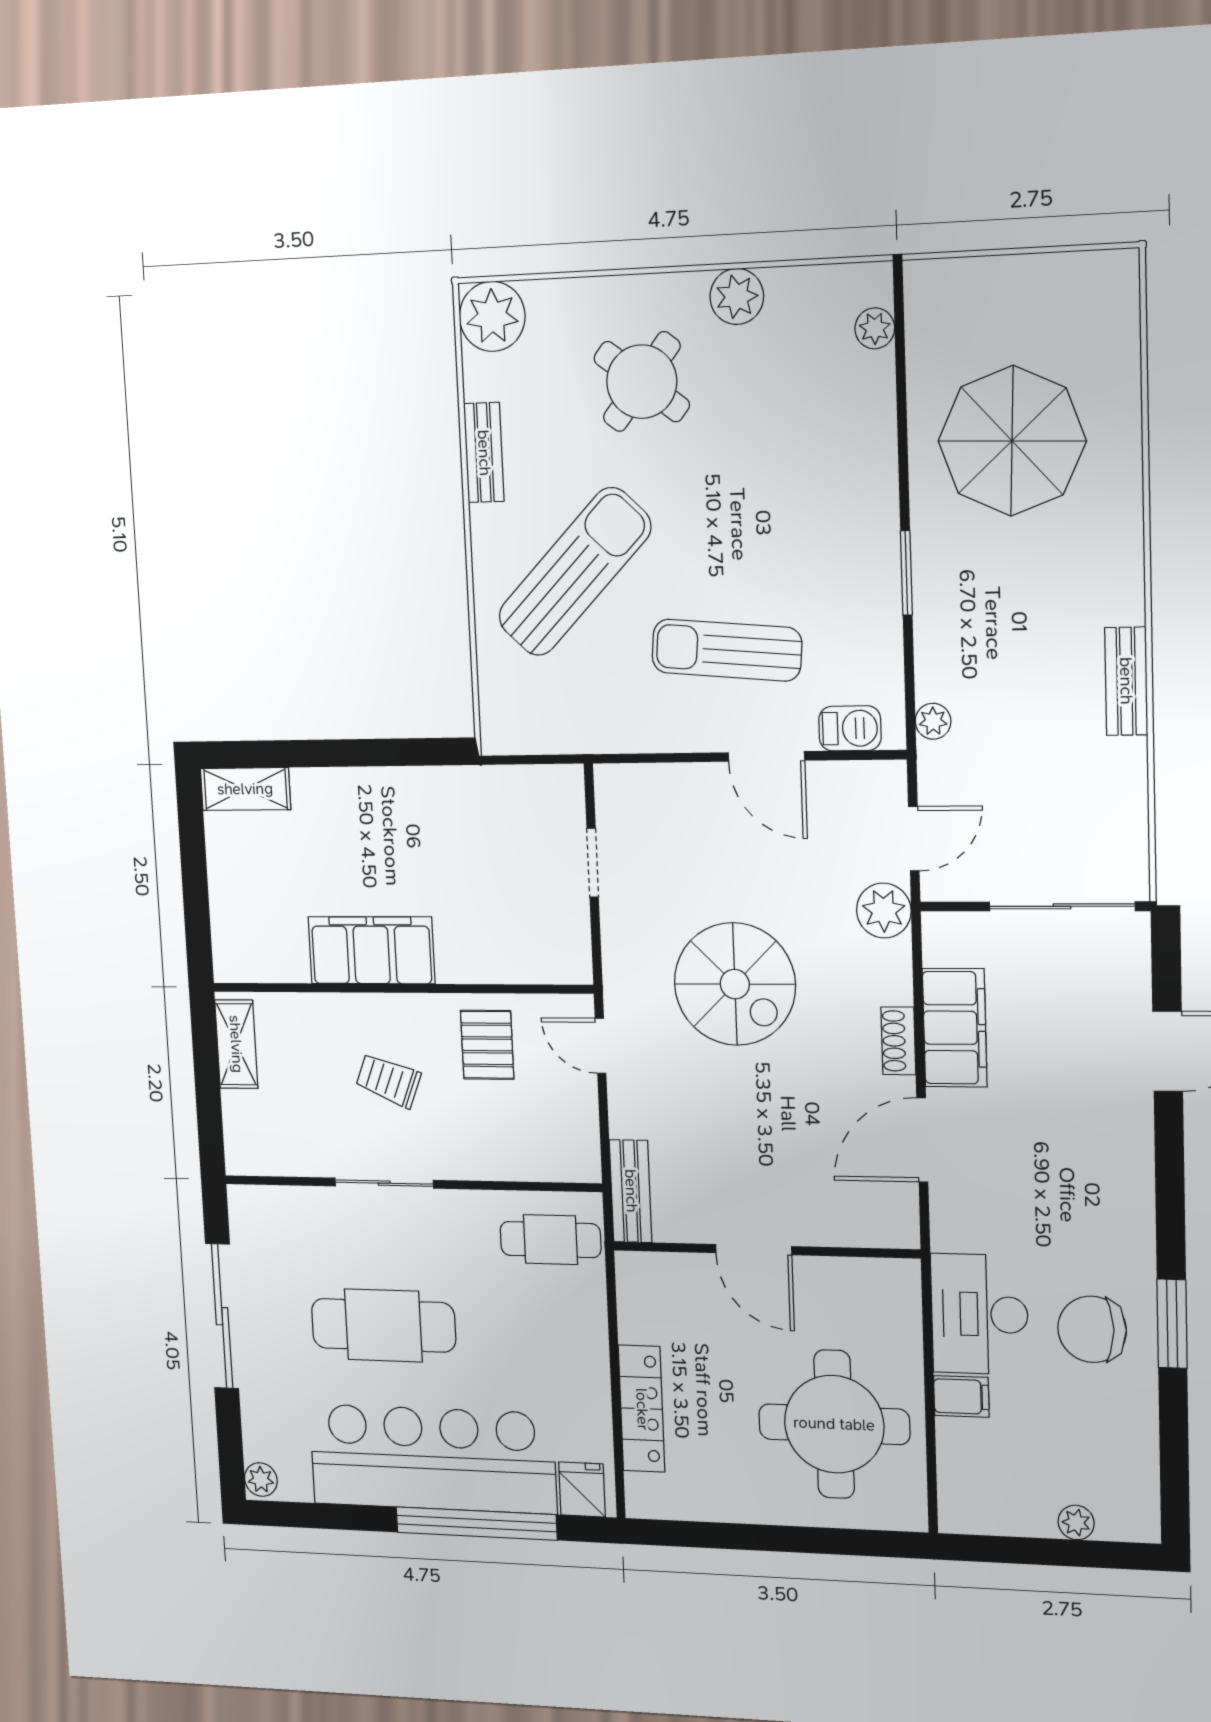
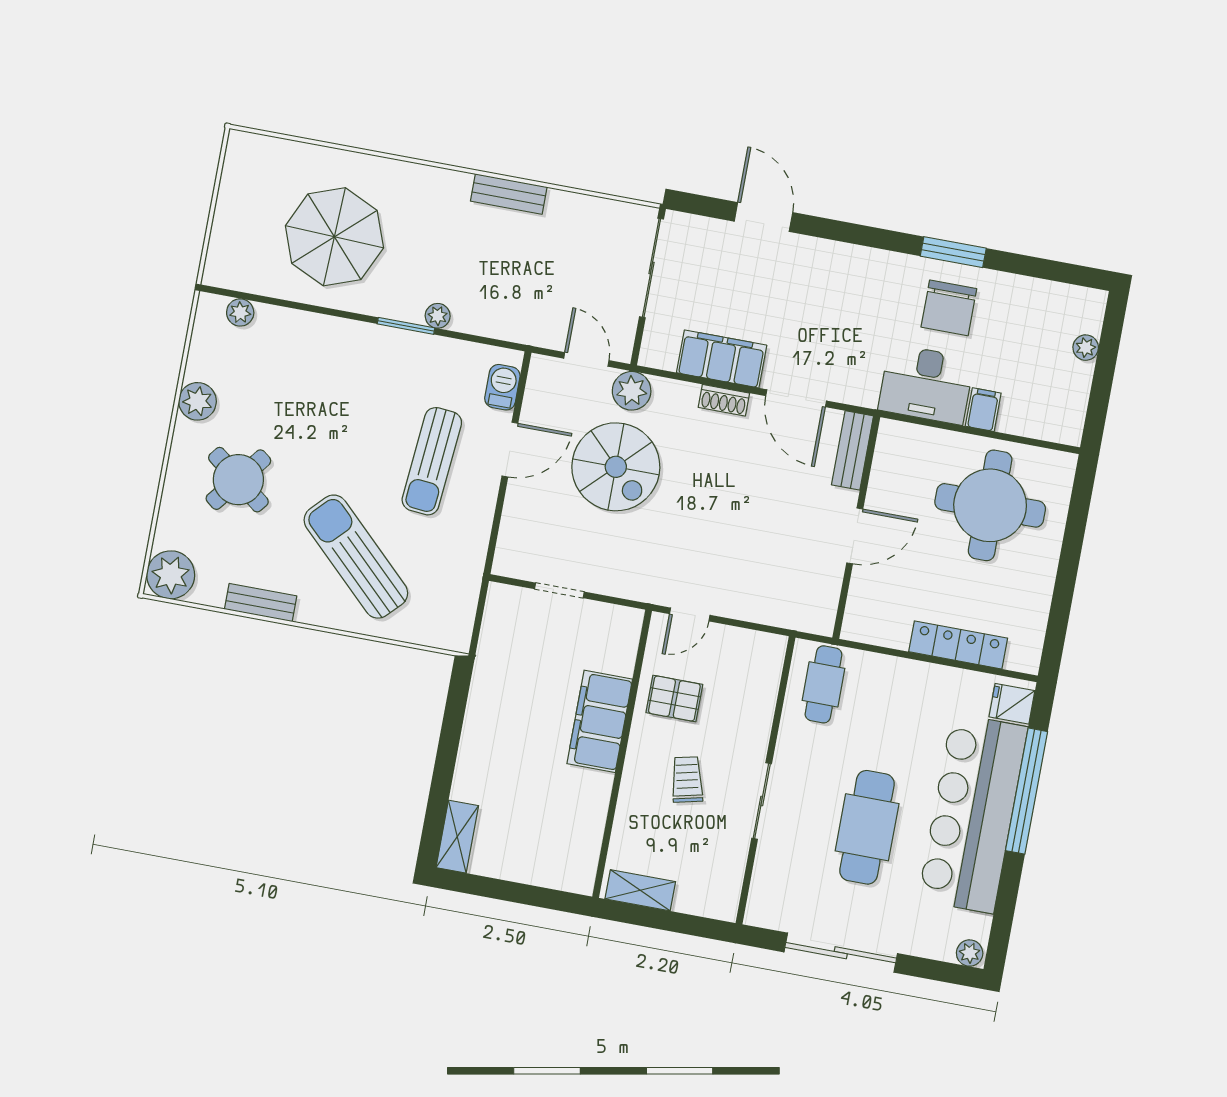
plant: (933, 721) -> (438, 316), moved
filing cabinet: (371, 950) -> (600, 721), moved
spiral stairs: (735, 984) -> (616, 467), moved, turned 90
trolley: (388, 1080) -> (687, 779), turned 146
bench: (631, 1191) -> (852, 450), moved, turned 90

